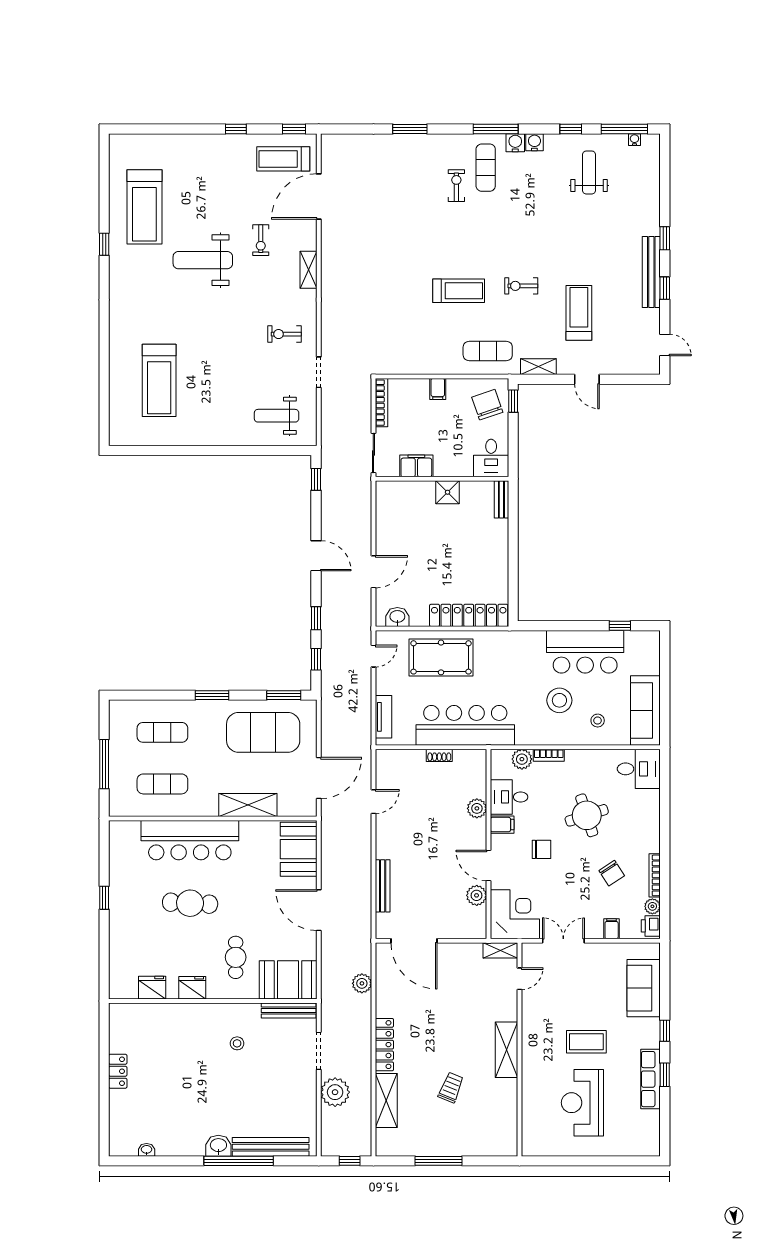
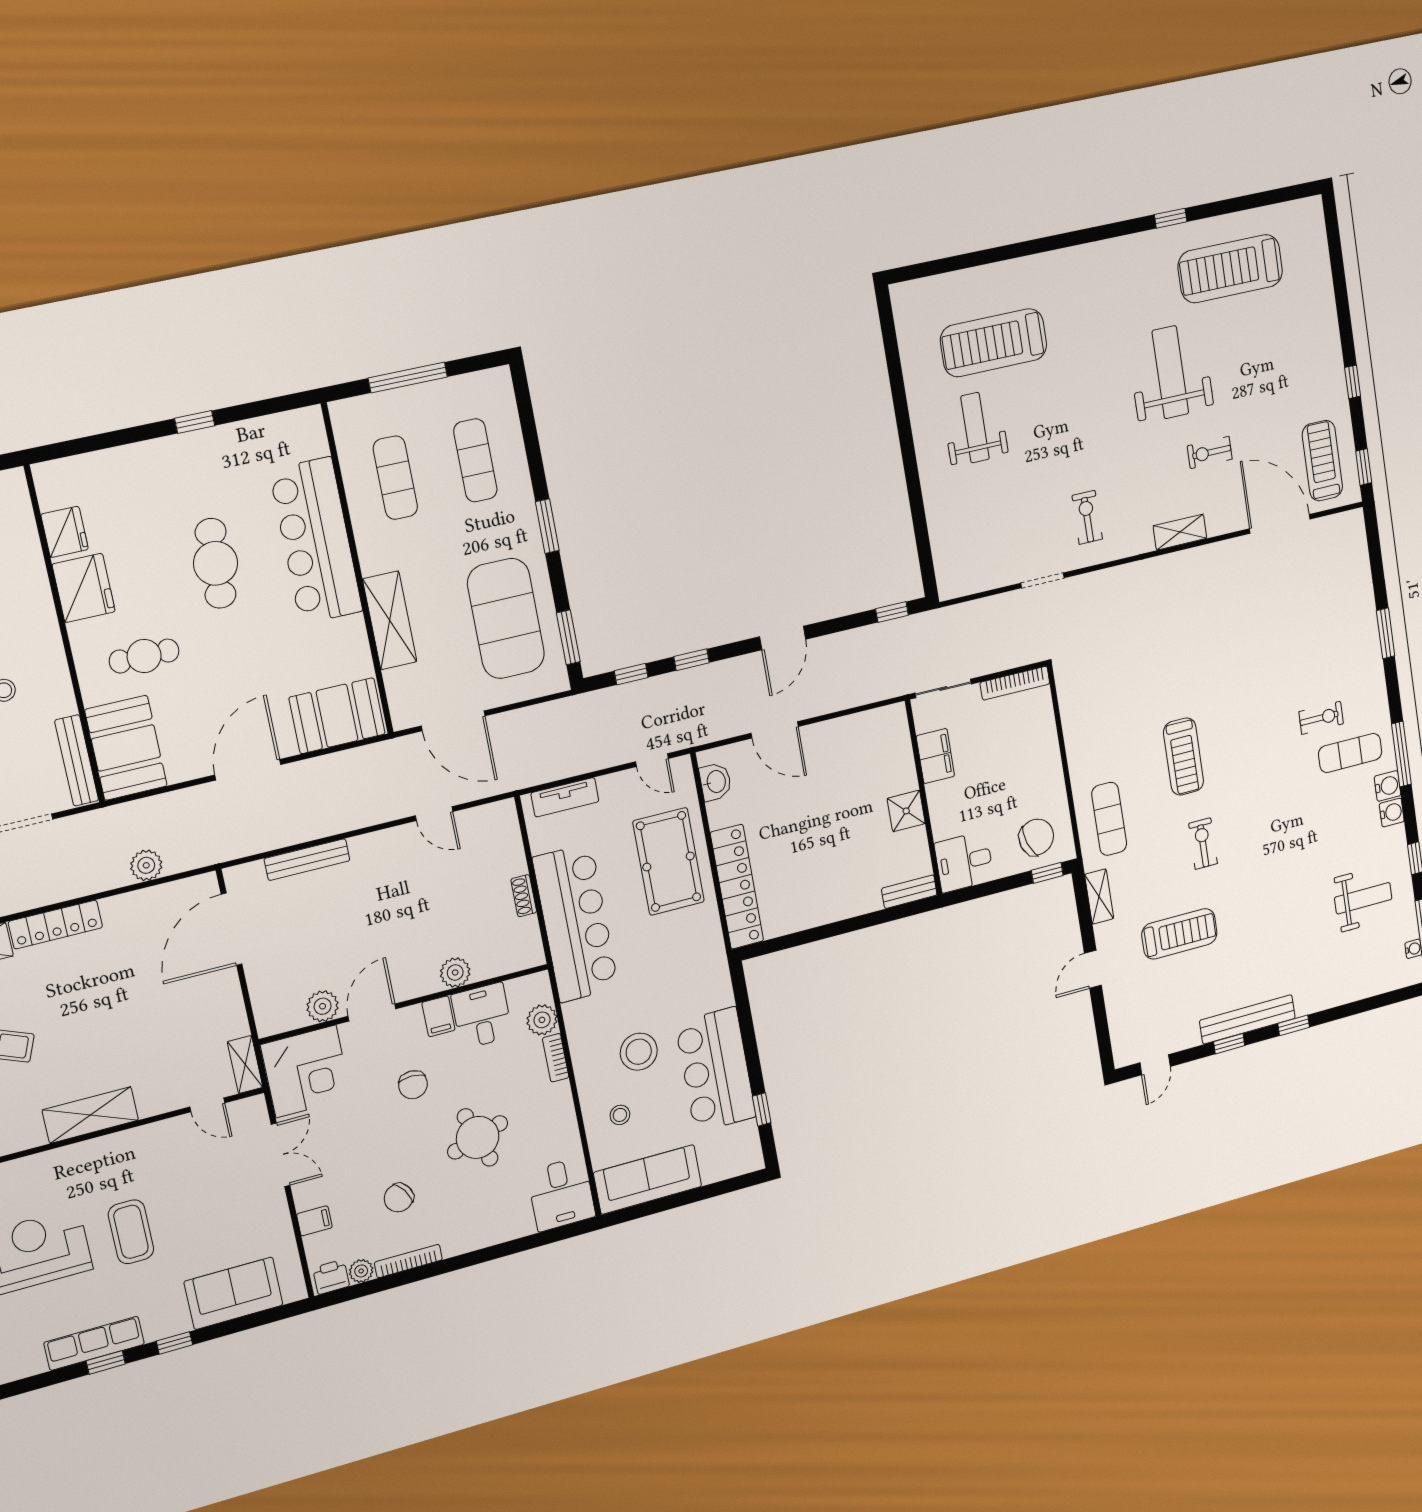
filing cabinet: (438, 389) -> (1047, 760), removed
weight bench: (277, 416) -> (975, 428), moved
fridge: (192, 988) -> (84, 588), width x1.36, depth x1.34

